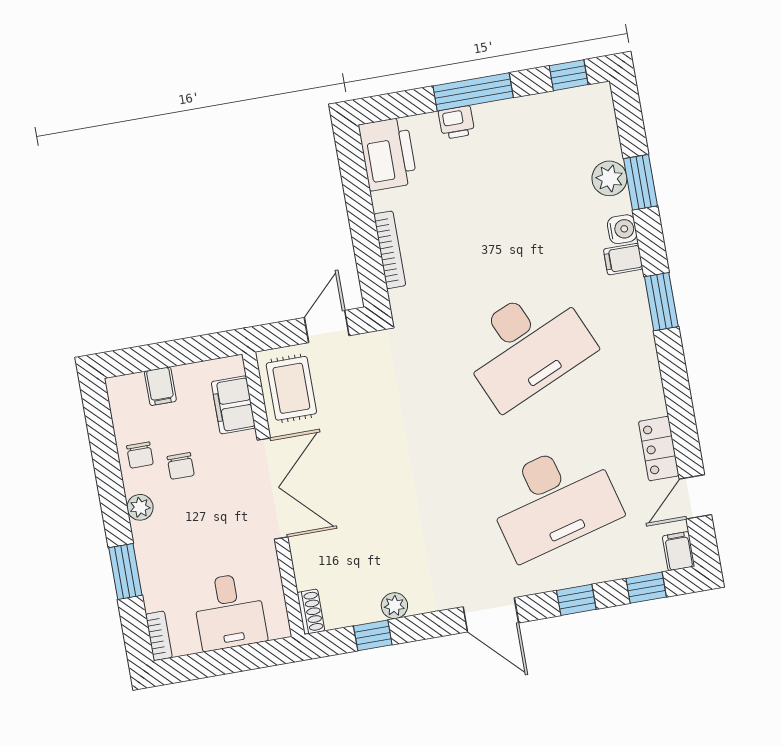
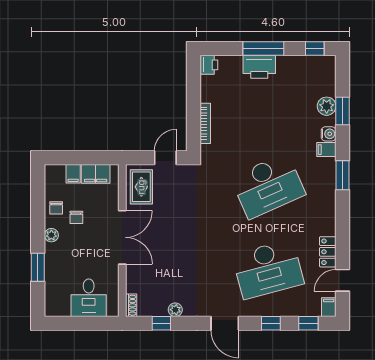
printer: (457, 122) -> (259, 67), width x1.87, depth x1.48
printer: (388, 154) -> (209, 65), width x0.53, depth x0.68
filing cabinet: (233, 405) -> (96, 174), moved, turned -90
bookcase: (159, 636) -> (50, 304), removed

